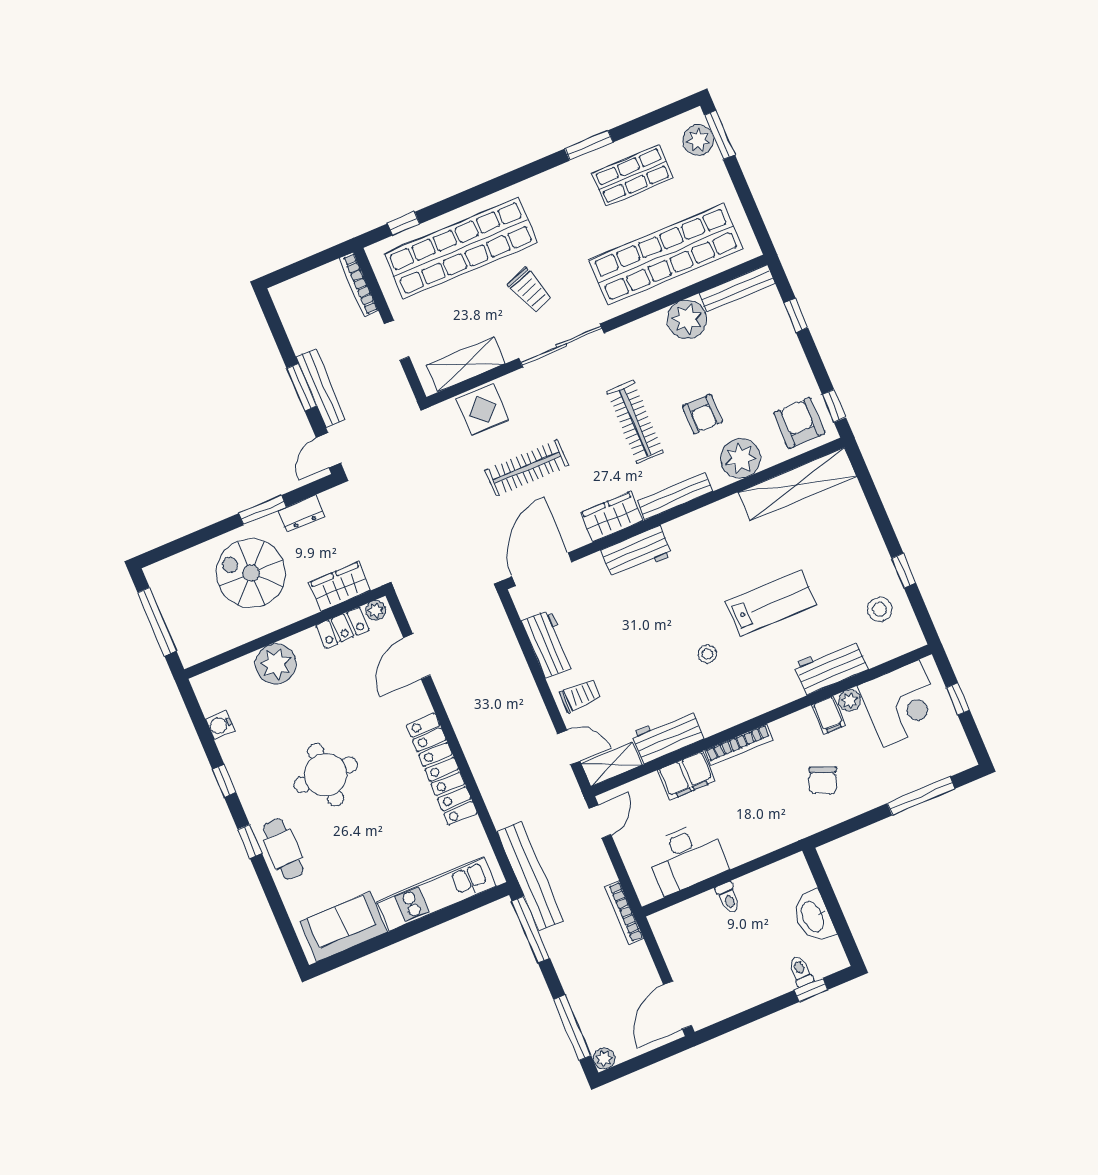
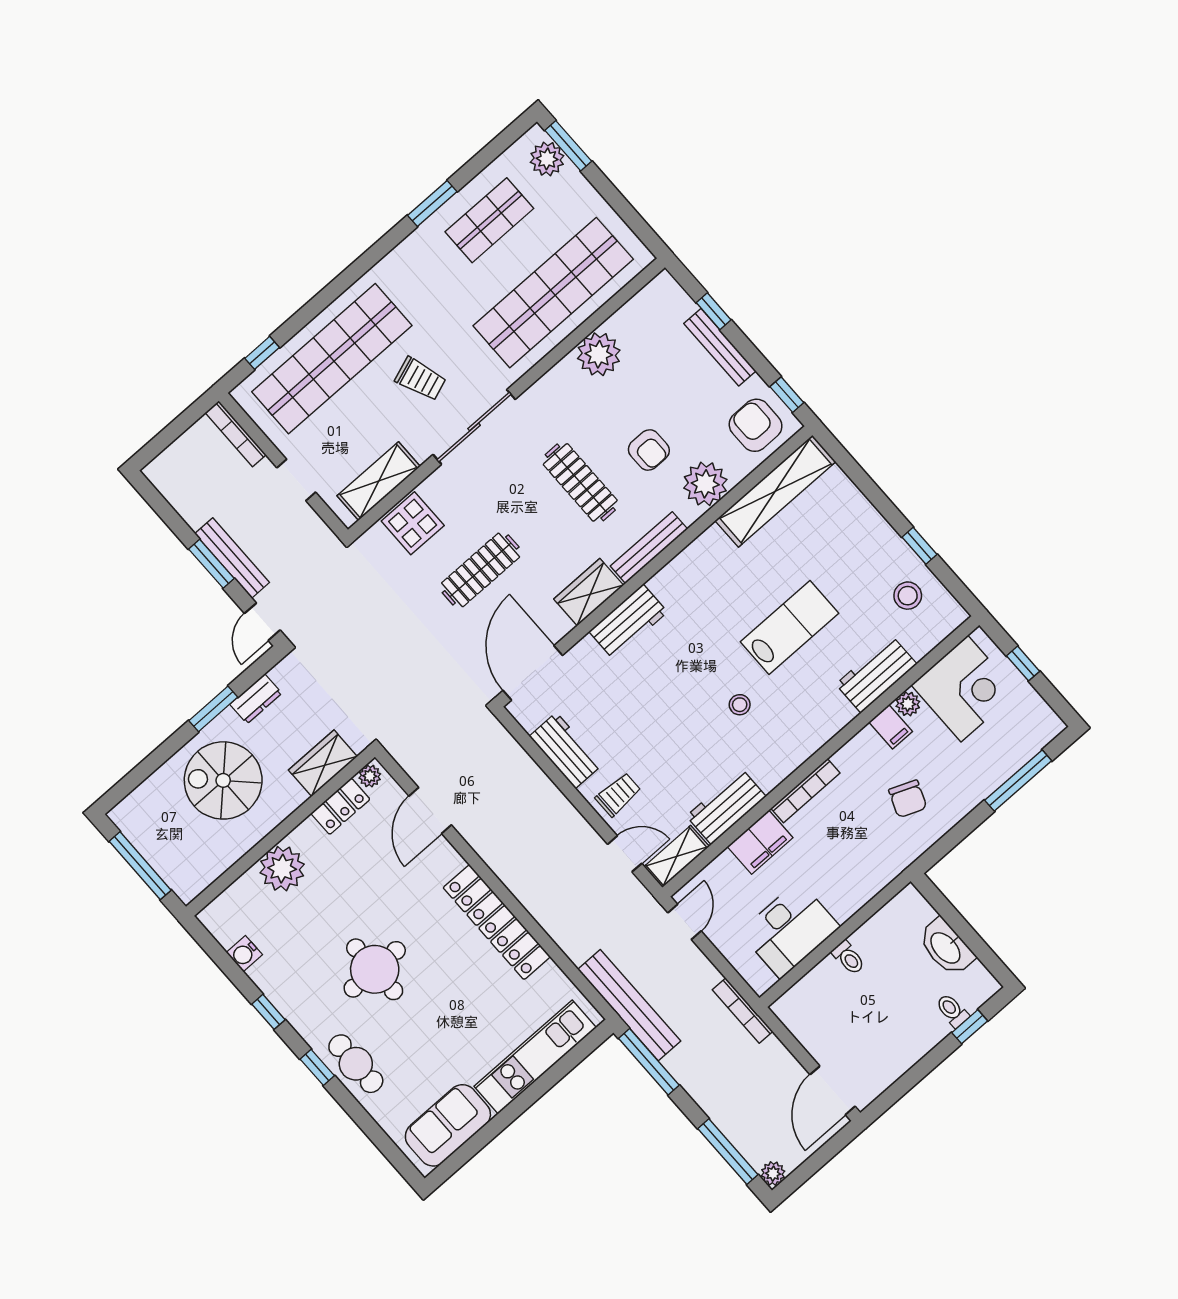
bench: (737, 288) -> (720, 347), moved, turned 90

